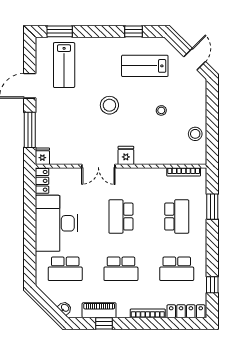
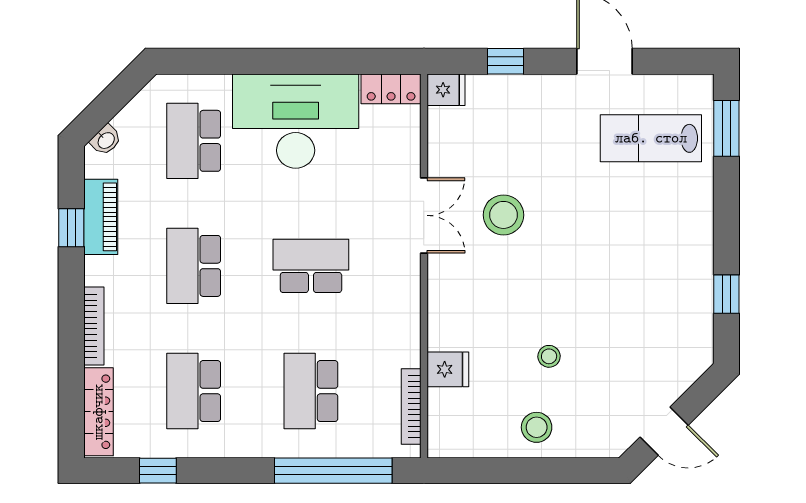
lab bench: (145, 66) -> (649, 319), removed
stool: (109, 105) -> (503, 215), moved
window: (30, 130) -> (506, 61), width x0.46
stool: (195, 134) -> (537, 427), moved
fridge: (126, 155) -> (448, 369), moved
double door: (98, 166) -> (424, 215), swing flipped
window: (212, 207) -> (333, 471), width x2.11
school desk: (177, 217) -> (311, 391), turned 90

